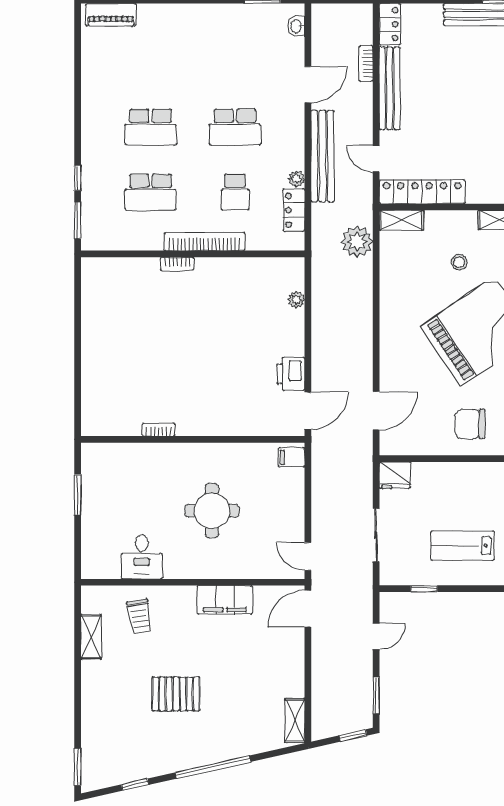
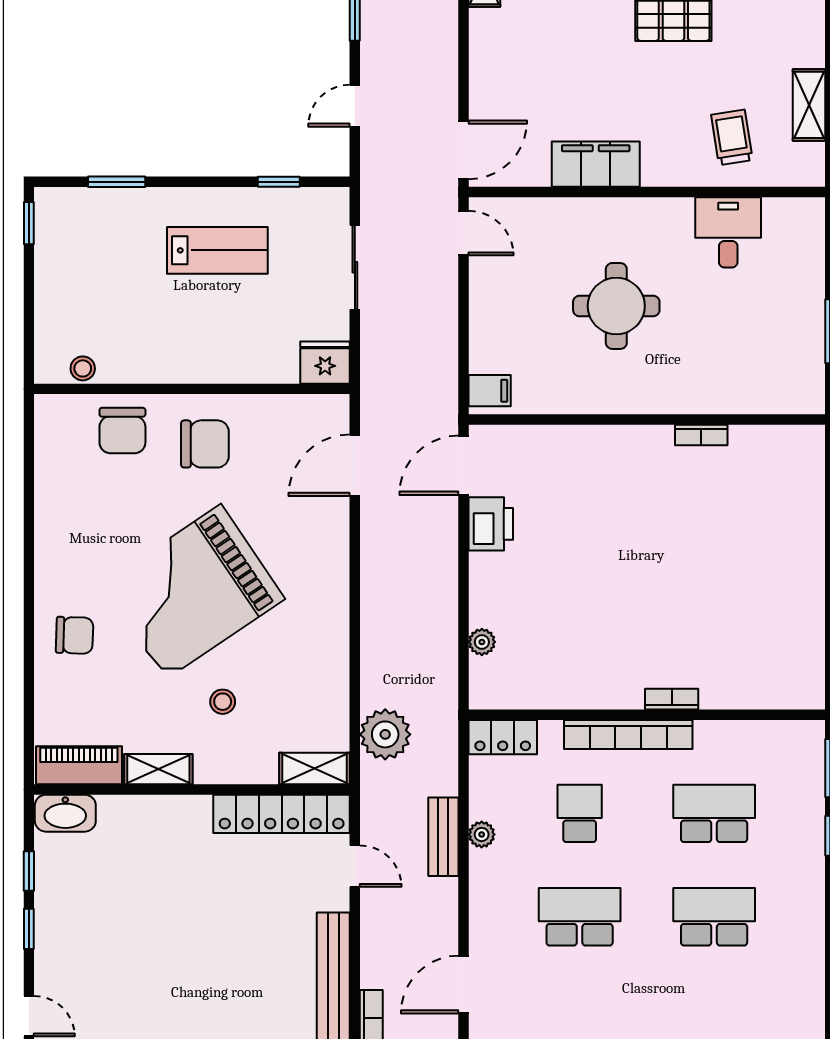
bench: (323, 156) -> (443, 837), width x0.54, depth x0.82
locker: (294, 210) -> (503, 737), moved, turned 90

